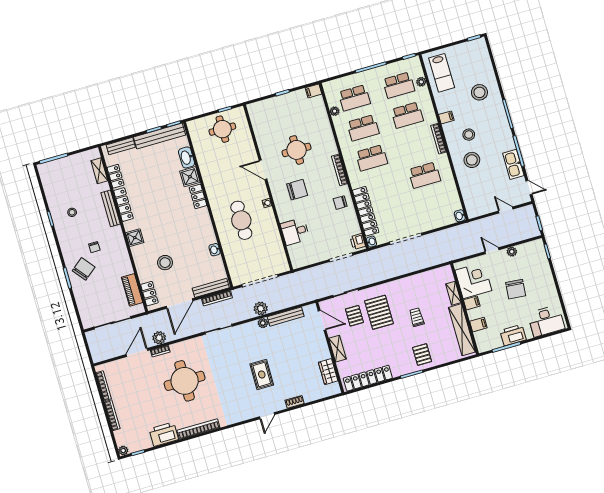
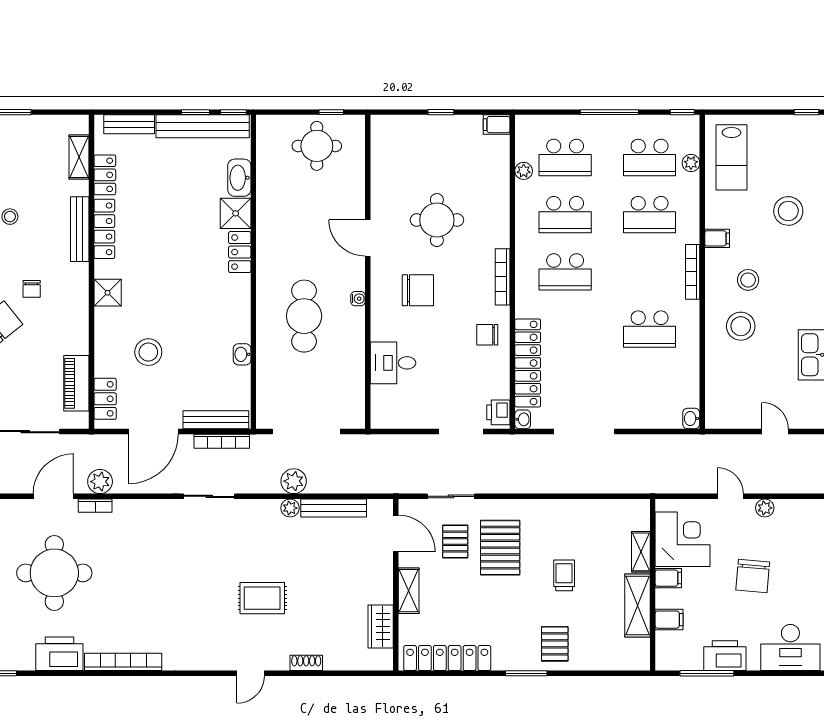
shelving: (462, 330) -> (637, 606), width x0.68
rug: (262, 375) -> (262, 598), turned 90
round table: (185, 381) -> (54, 573), moved

